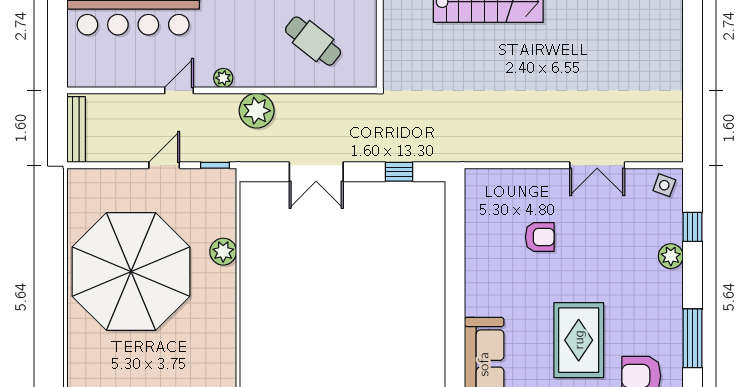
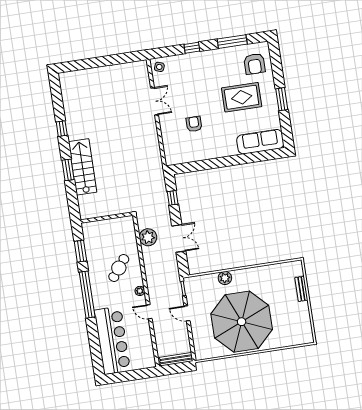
cafe table: (313, 41) -> (119, 268), moved
plant: (257, 111) -> (148, 237), moved
window: (693, 227) -> (192, 48), moved
plant: (671, 256) -> (194, 58), removed

